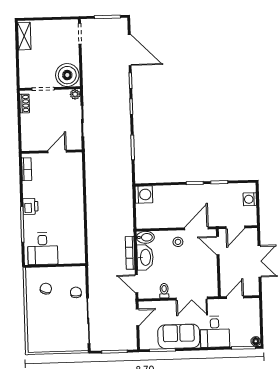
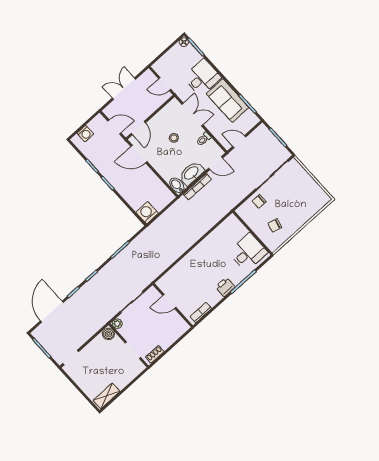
boiler: (67, 75) -> (108, 334), width x0.54, depth x0.54
stool: (178, 242) -> (174, 138), moved
door: (137, 284) -> (216, 163), hinge flipped

